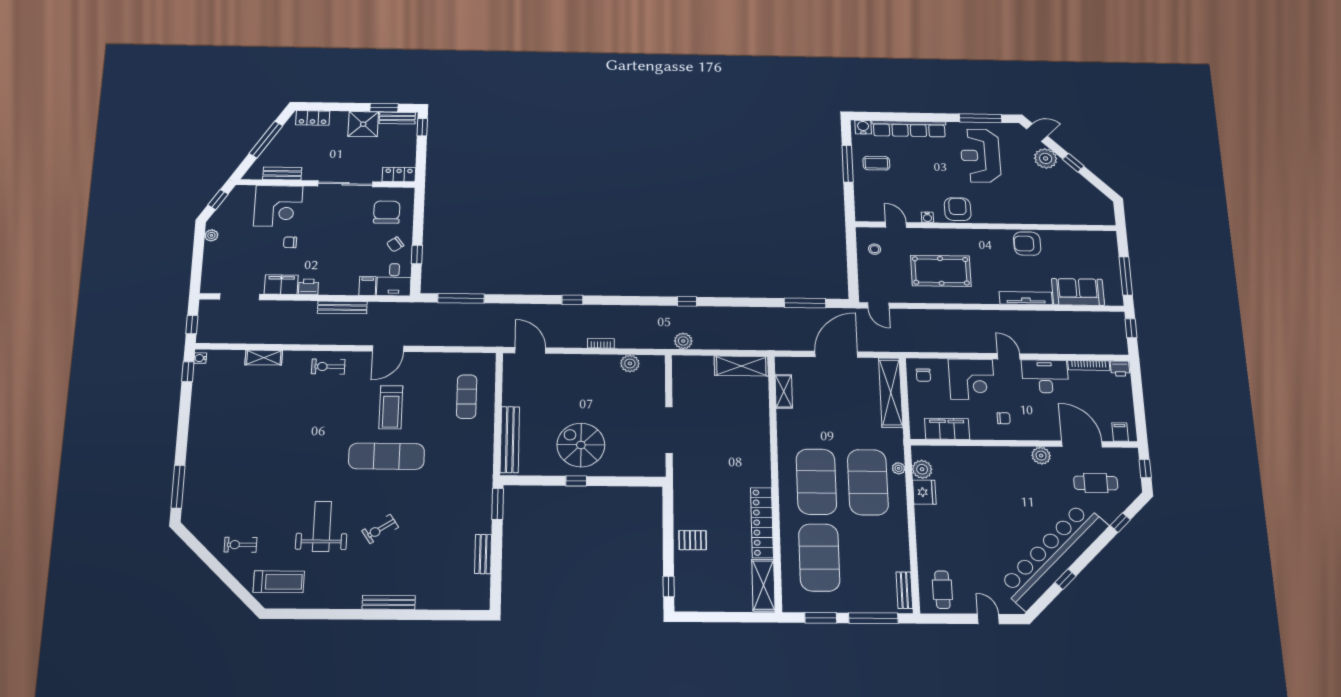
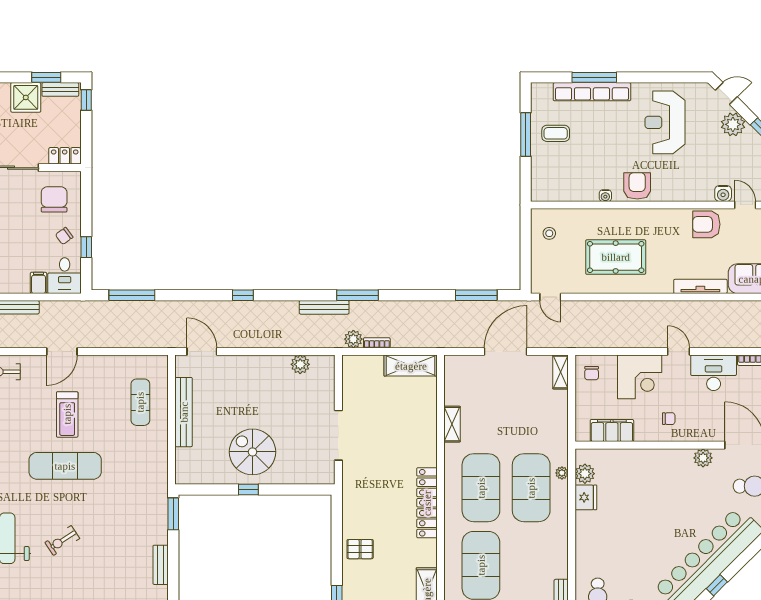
window: (981, 118) -> (594, 77), moved
water cooler: (863, 127) -> (723, 193), moved, turned 180
door: (896, 225) -> (745, 205), moved
window: (687, 301) -> (358, 295), width x2.17
bench: (654, 312) -> (324, 307), added
bookcase: (601, 343) -> (377, 343), moved
shelving: (784, 391) -> (452, 424), moved
shelving: (891, 393) -> (561, 372), width x0.45, depth x0.75
bench: (510, 440) -> (184, 412), moved
locker: (762, 523) -> (427, 503), moved

